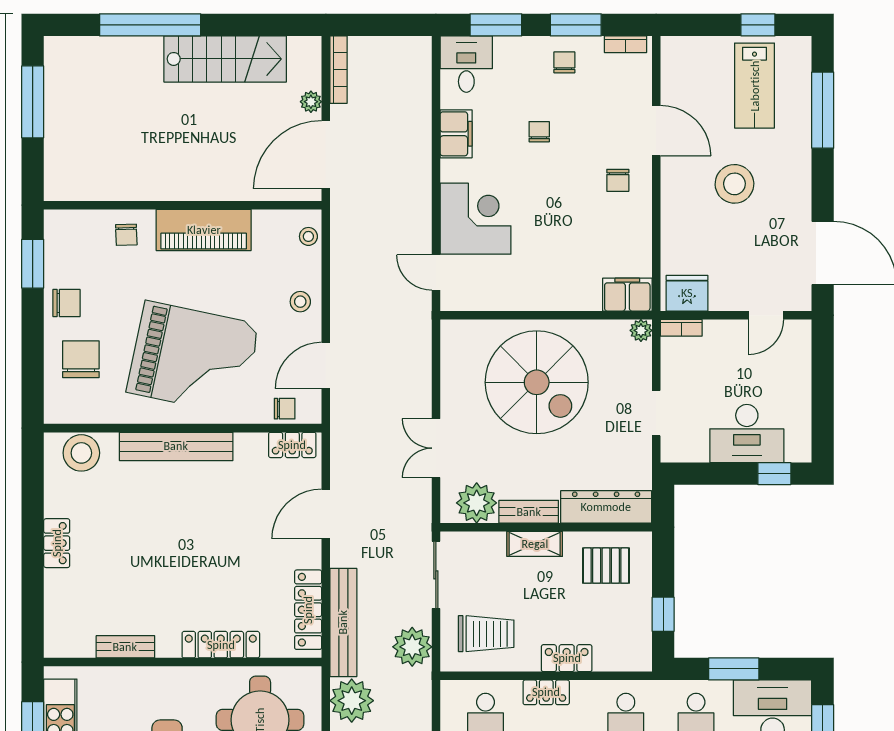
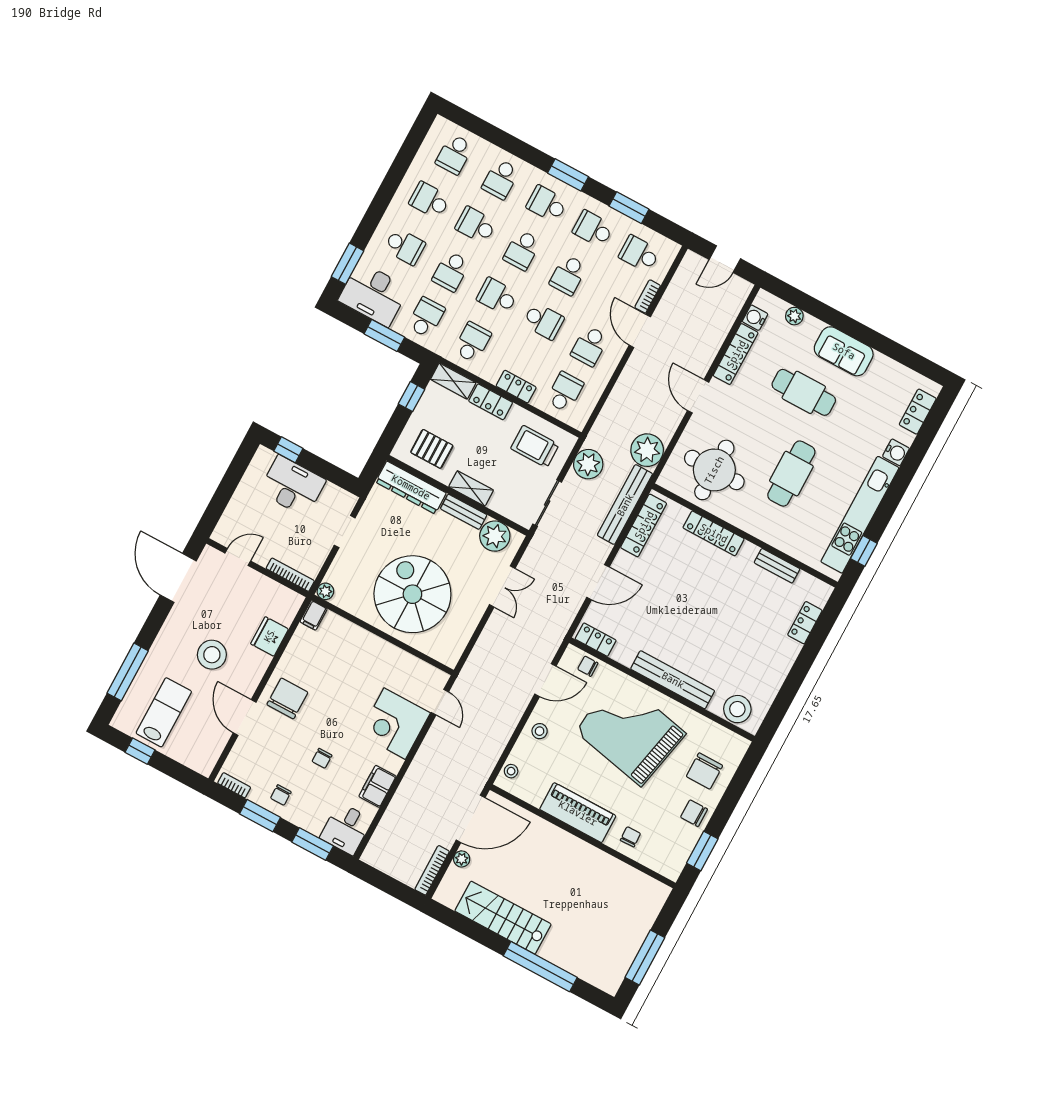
chair: (618, 180) -> (287, 698), width x1.87, depth x1.87
fridge: (687, 293) -> (269, 636), moved, turned 90
filing cabinet: (627, 295) -> (314, 615), width x0.50
bookcase: (681, 328) -> (290, 575), width x1.56
locker: (57, 543) -> (805, 623), moved
shelving: (624, 659) -> (453, 381), added

